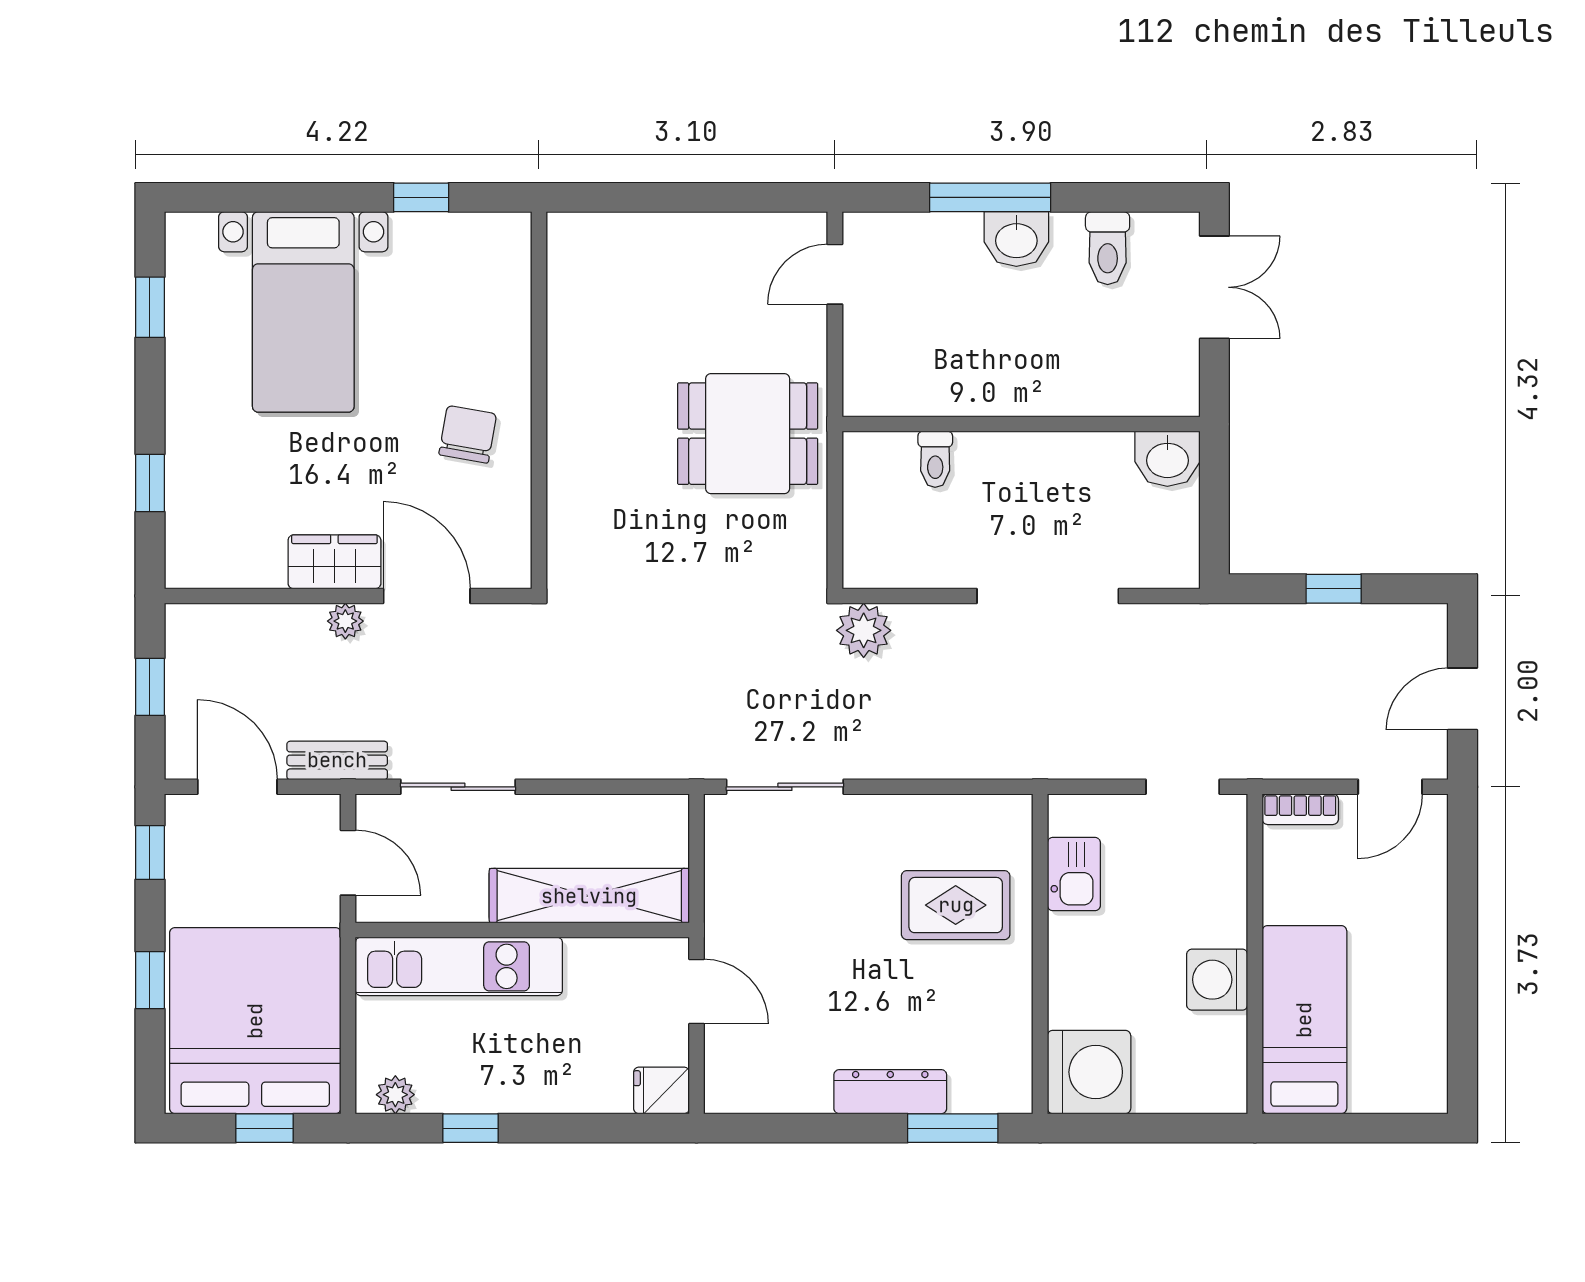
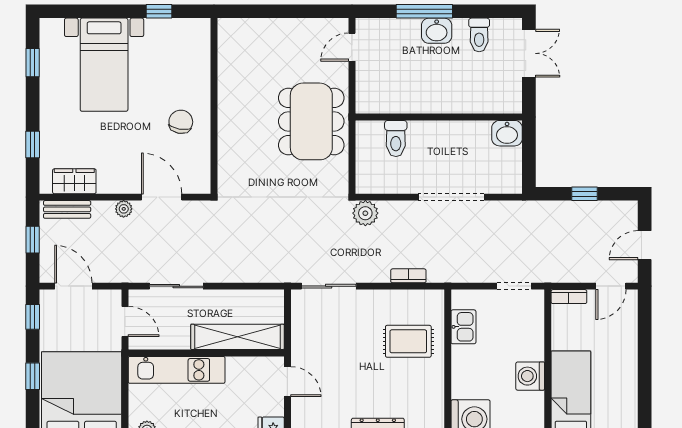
dining table: (748, 434) -> (311, 121), width x1.38
toilet: (935, 459) -> (396, 139), width x1.37, depth x1.39
wardrobe: (334, 562) -> (74, 181), moved
bench: (337, 760) -> (67, 209), moved
bookcase: (956, 765) -> (408, 276), added

